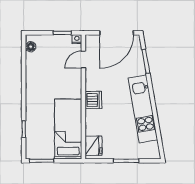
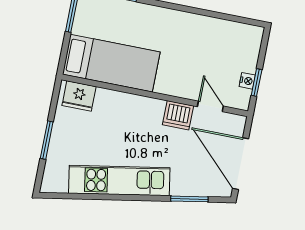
nightstand: (77, 39) -> (247, 81), moved
floor lamp: (31, 47) -> (245, 31), removed
dishwasher: (93, 100) -> (178, 115), moved

